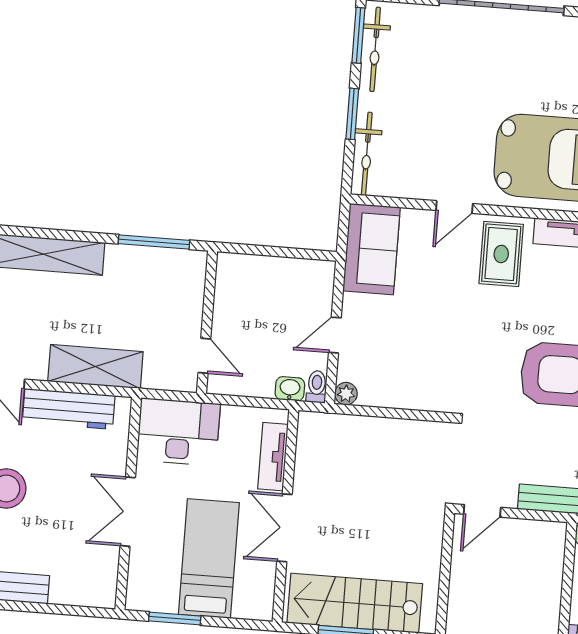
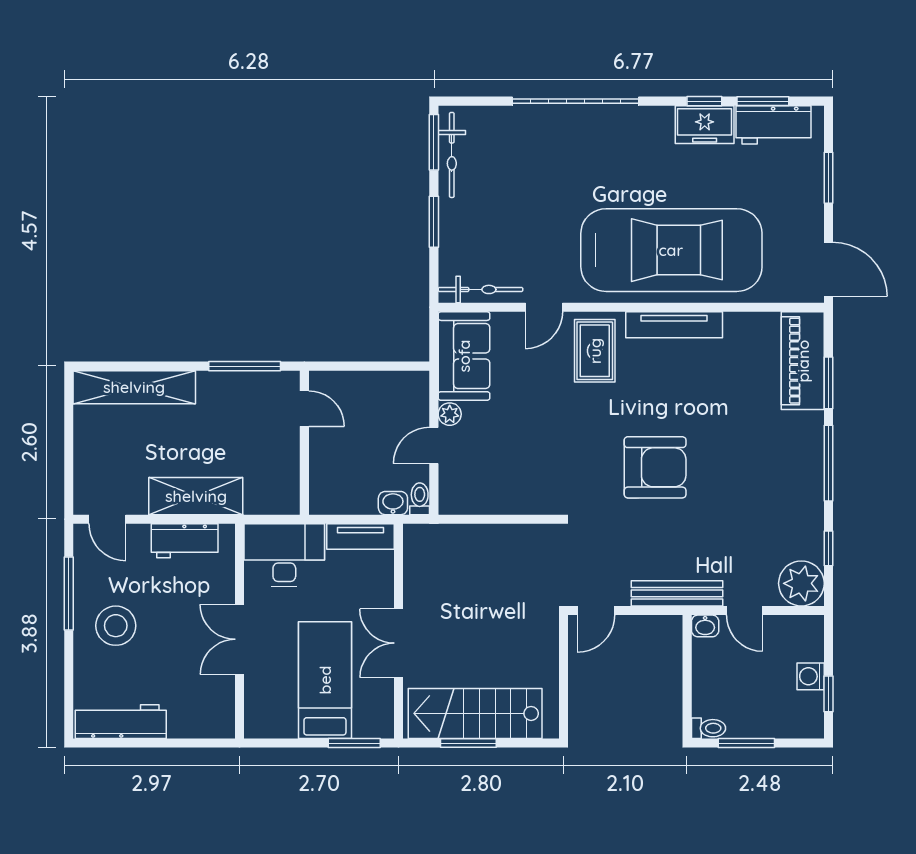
bicycle: (367, 154) -> (480, 289), moved, turned -90
door: (204, 356) -> (304, 409), moved
plant: (346, 394) -> (450, 414), moved
workbench: (69, 409) -> (185, 541), width x0.73
tv unit: (273, 457) -> (360, 537), moved, turned -90
window: (175, 618) -> (354, 743), moved

